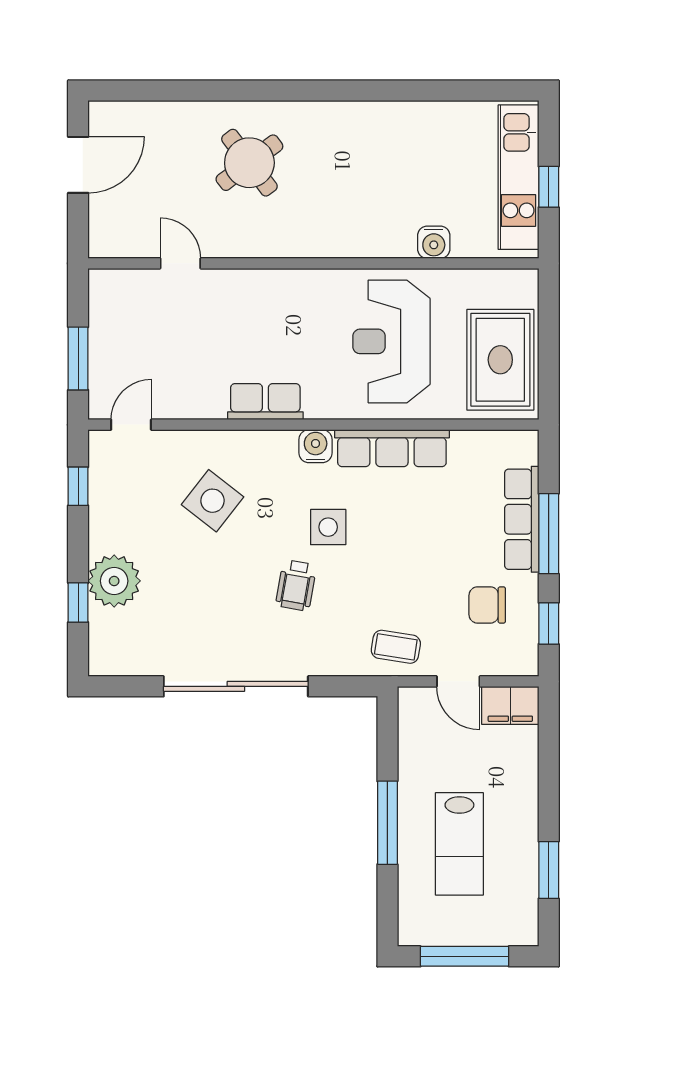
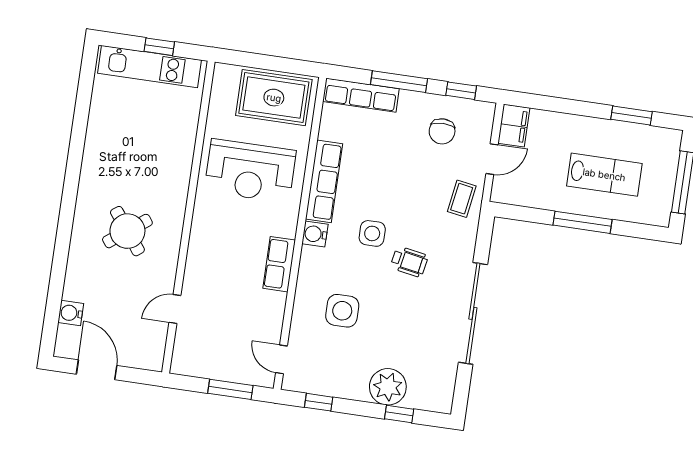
round table: (249, 163) -> (127, 231), moved
water cooler: (434, 242) -> (71, 313), moved, turned 180
side table: (212, 501) -> (342, 311), turned -38
row of seats: (522, 519) -> (361, 95), moved

